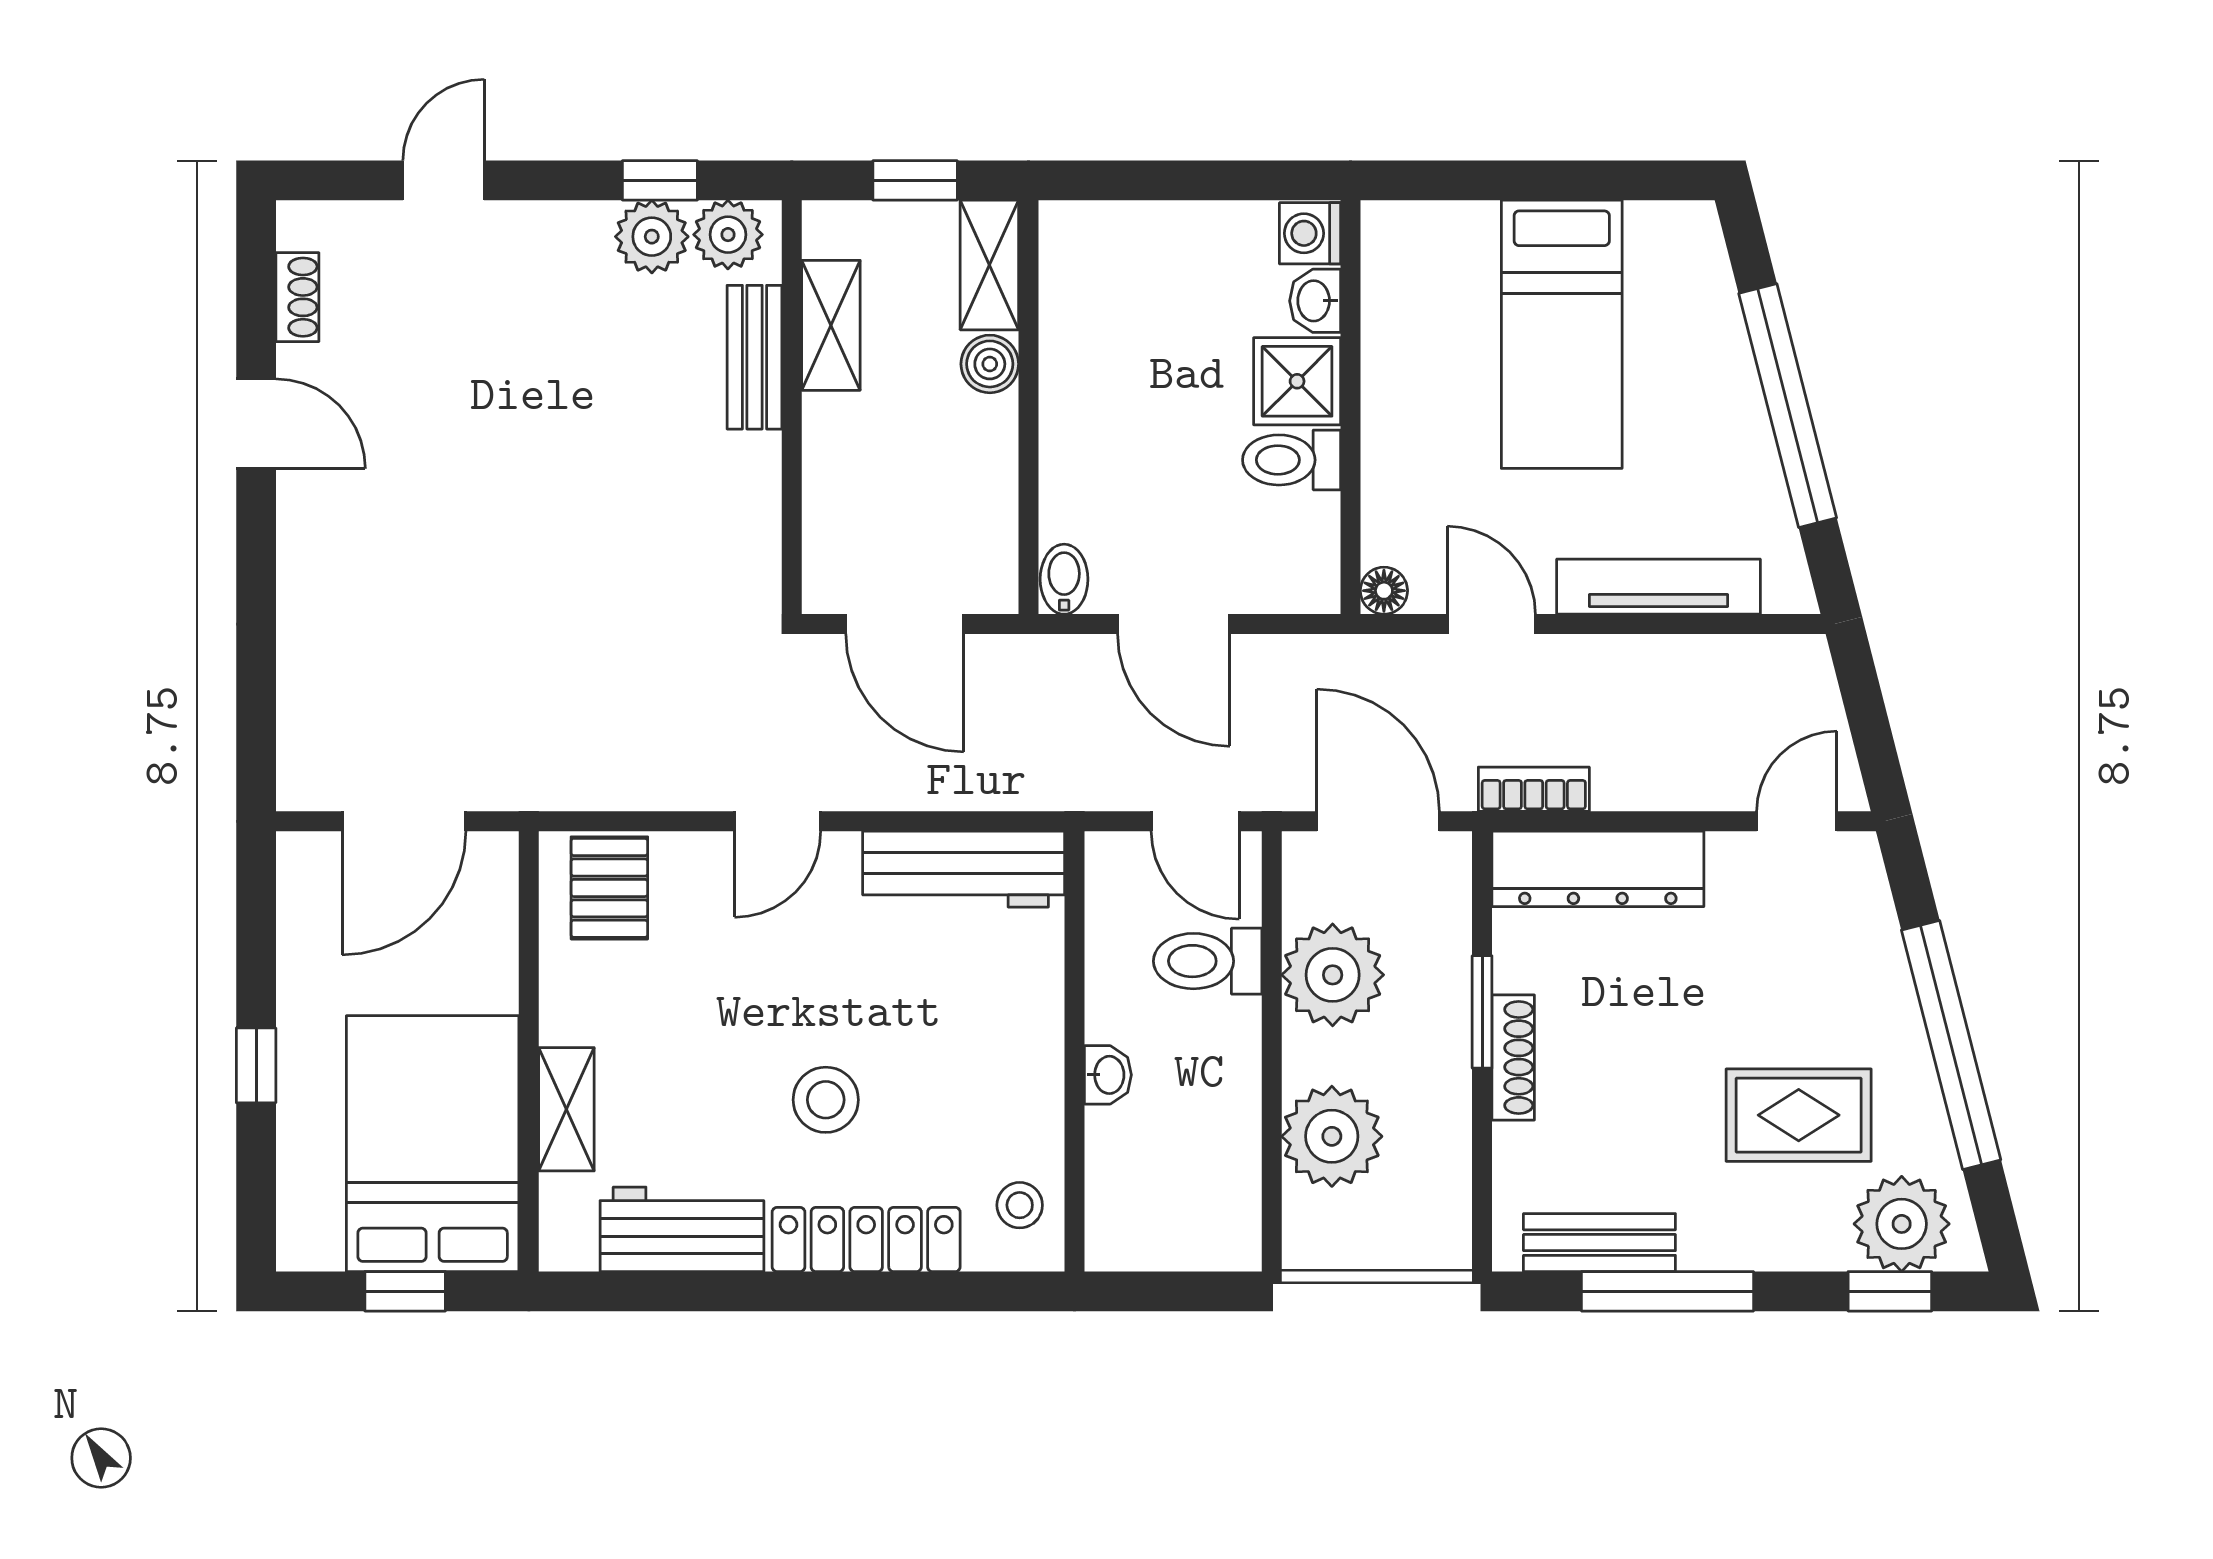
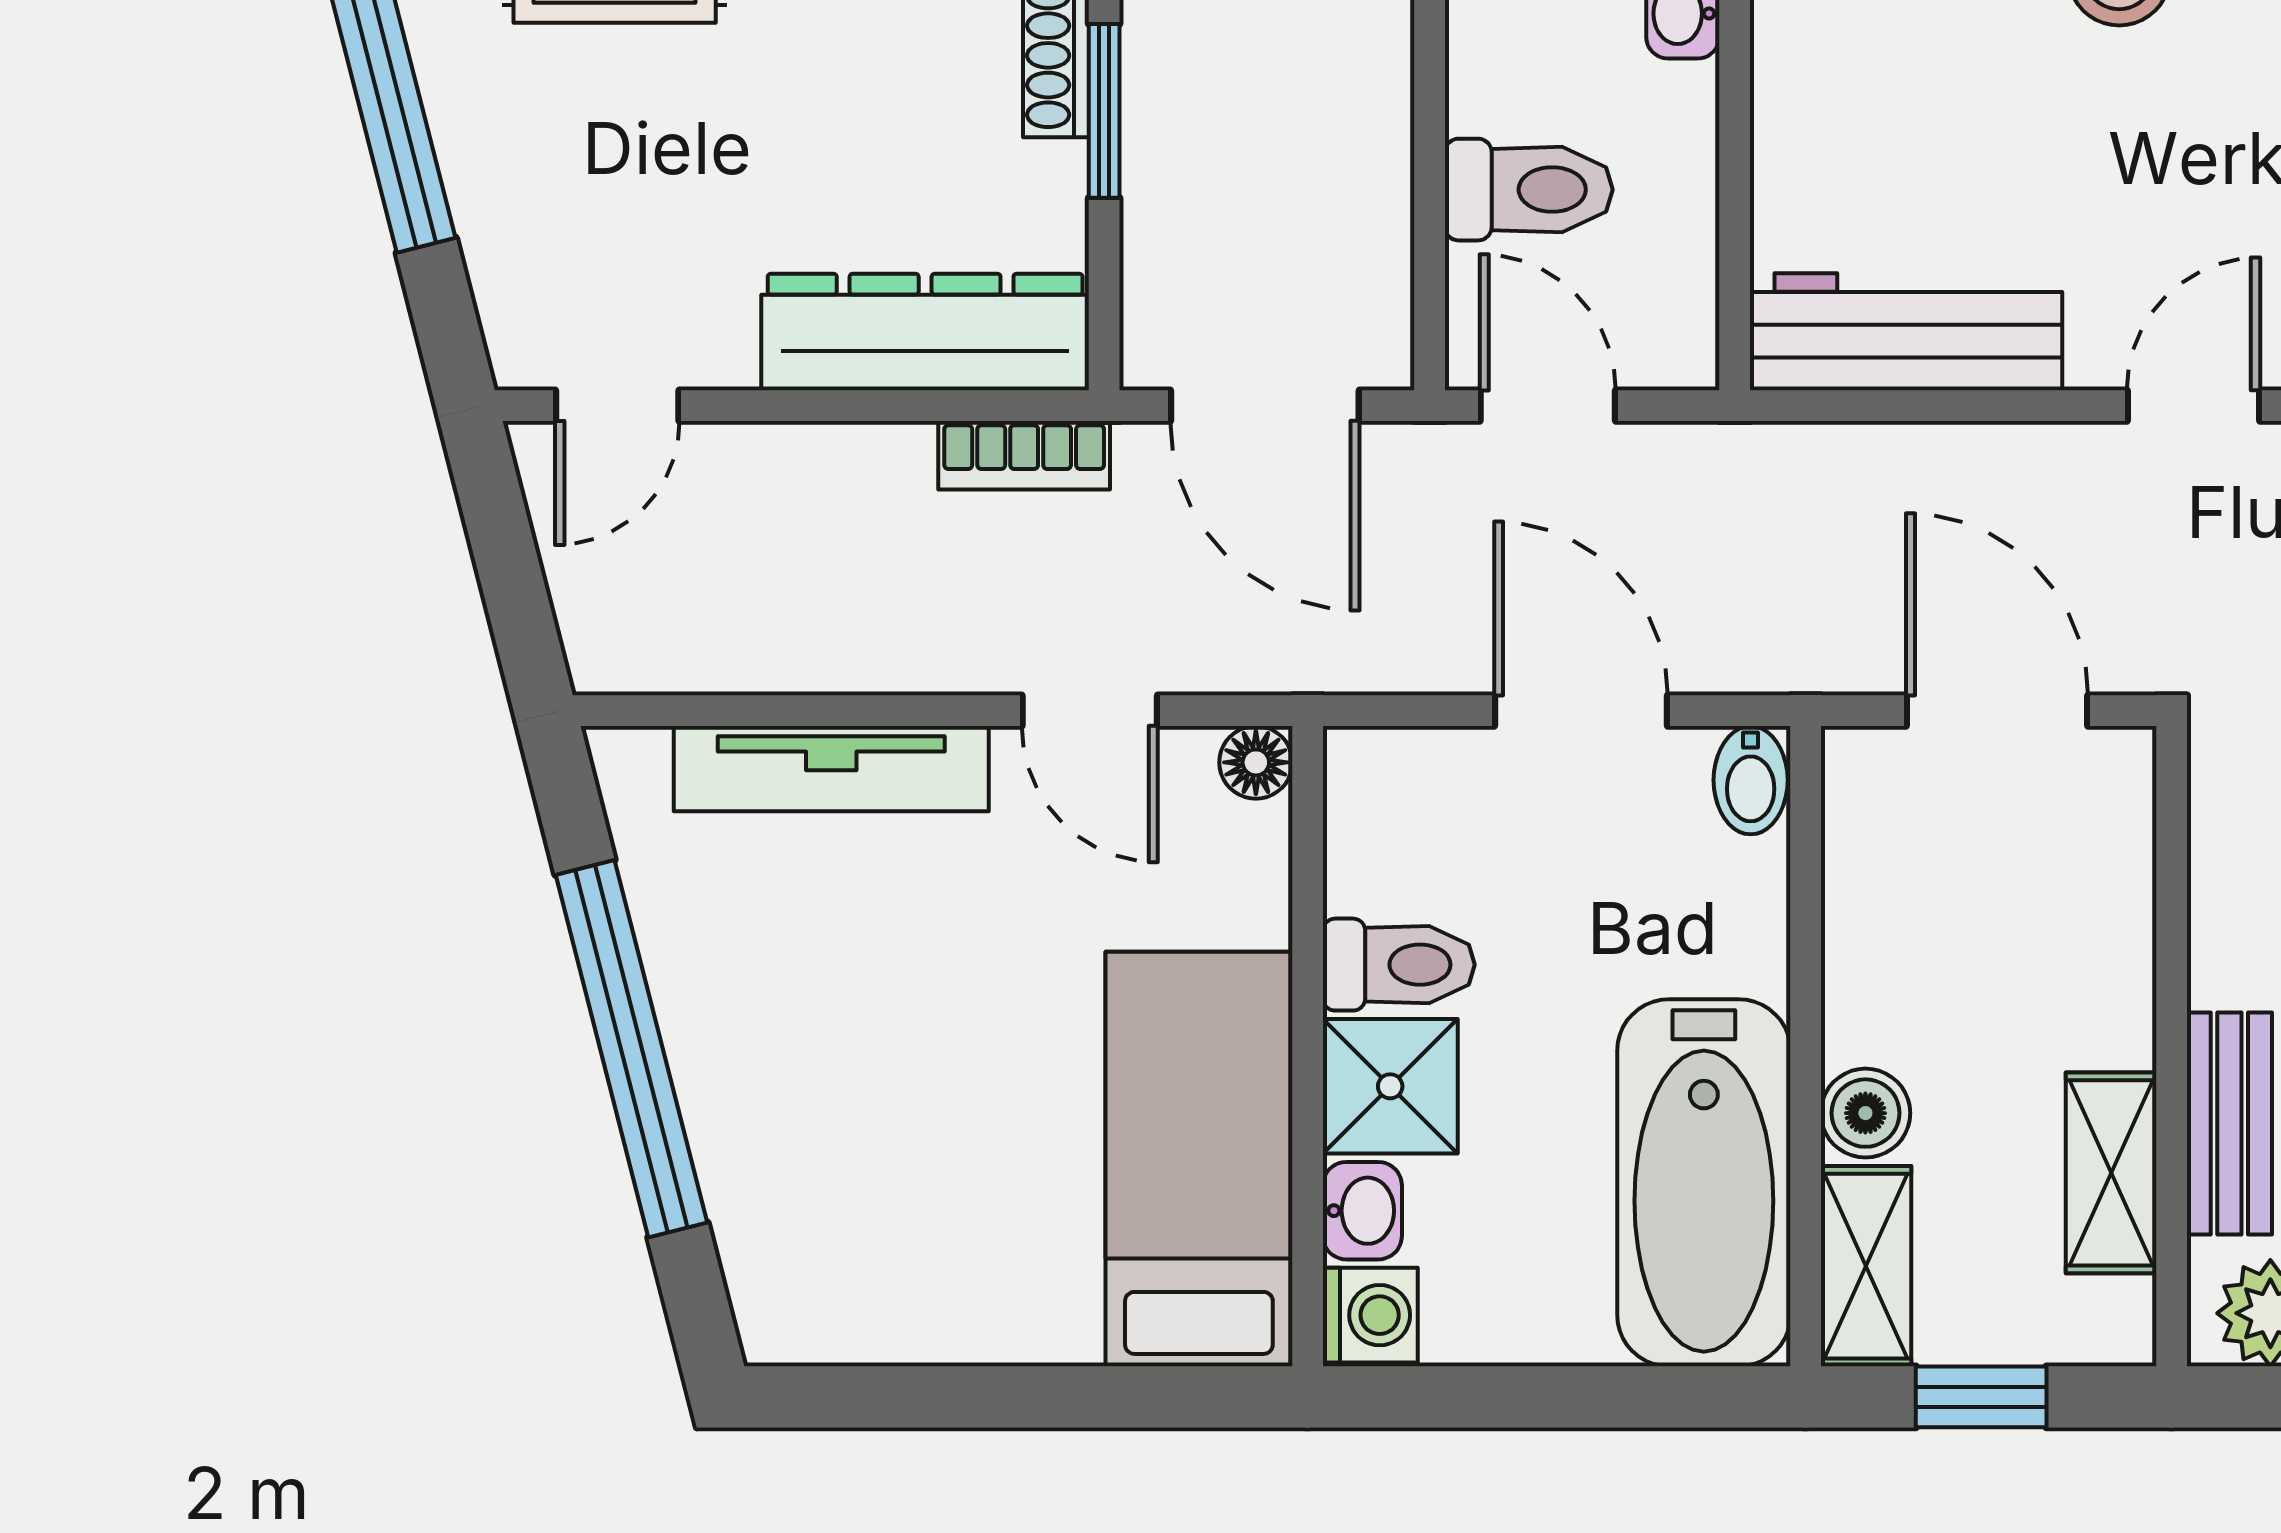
bathtub: (1094, 319) -> (1704, 1183), added
bed: (1562, 334) -> (1199, 1159), moved
plant: (1333, 975) -> (1335, 168), removed

